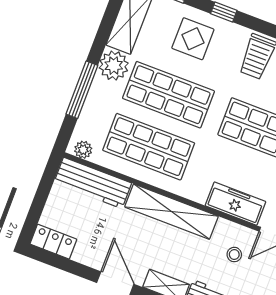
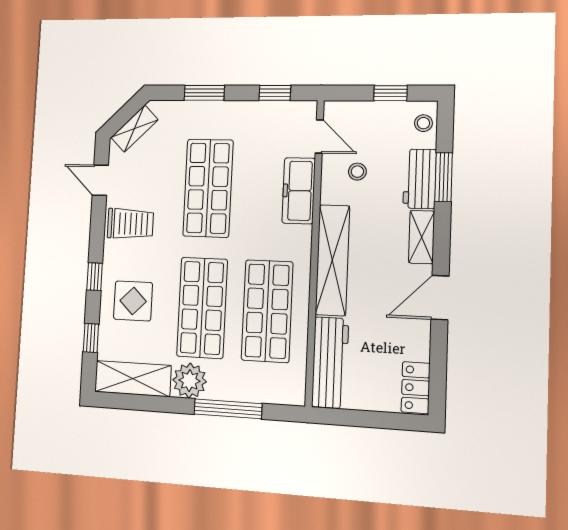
plant: (83, 150) -> (295, 386), removed

